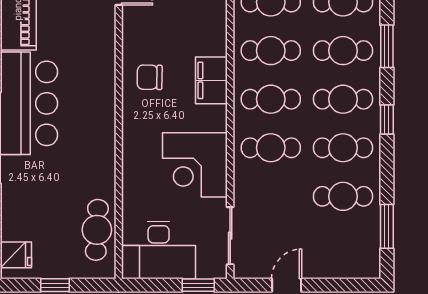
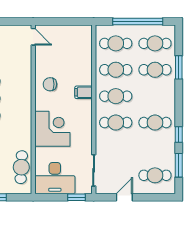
filing cabinet: (211, 80) -> (84, 92), width x0.50
cafe table: (343, 99) -> (155, 96), removed
window: (387, 120) -> (179, 135), moved
corner desk: (195, 165) -> (52, 129), moved, turned 180
cafe table: (343, 196) -> (155, 175), moved

